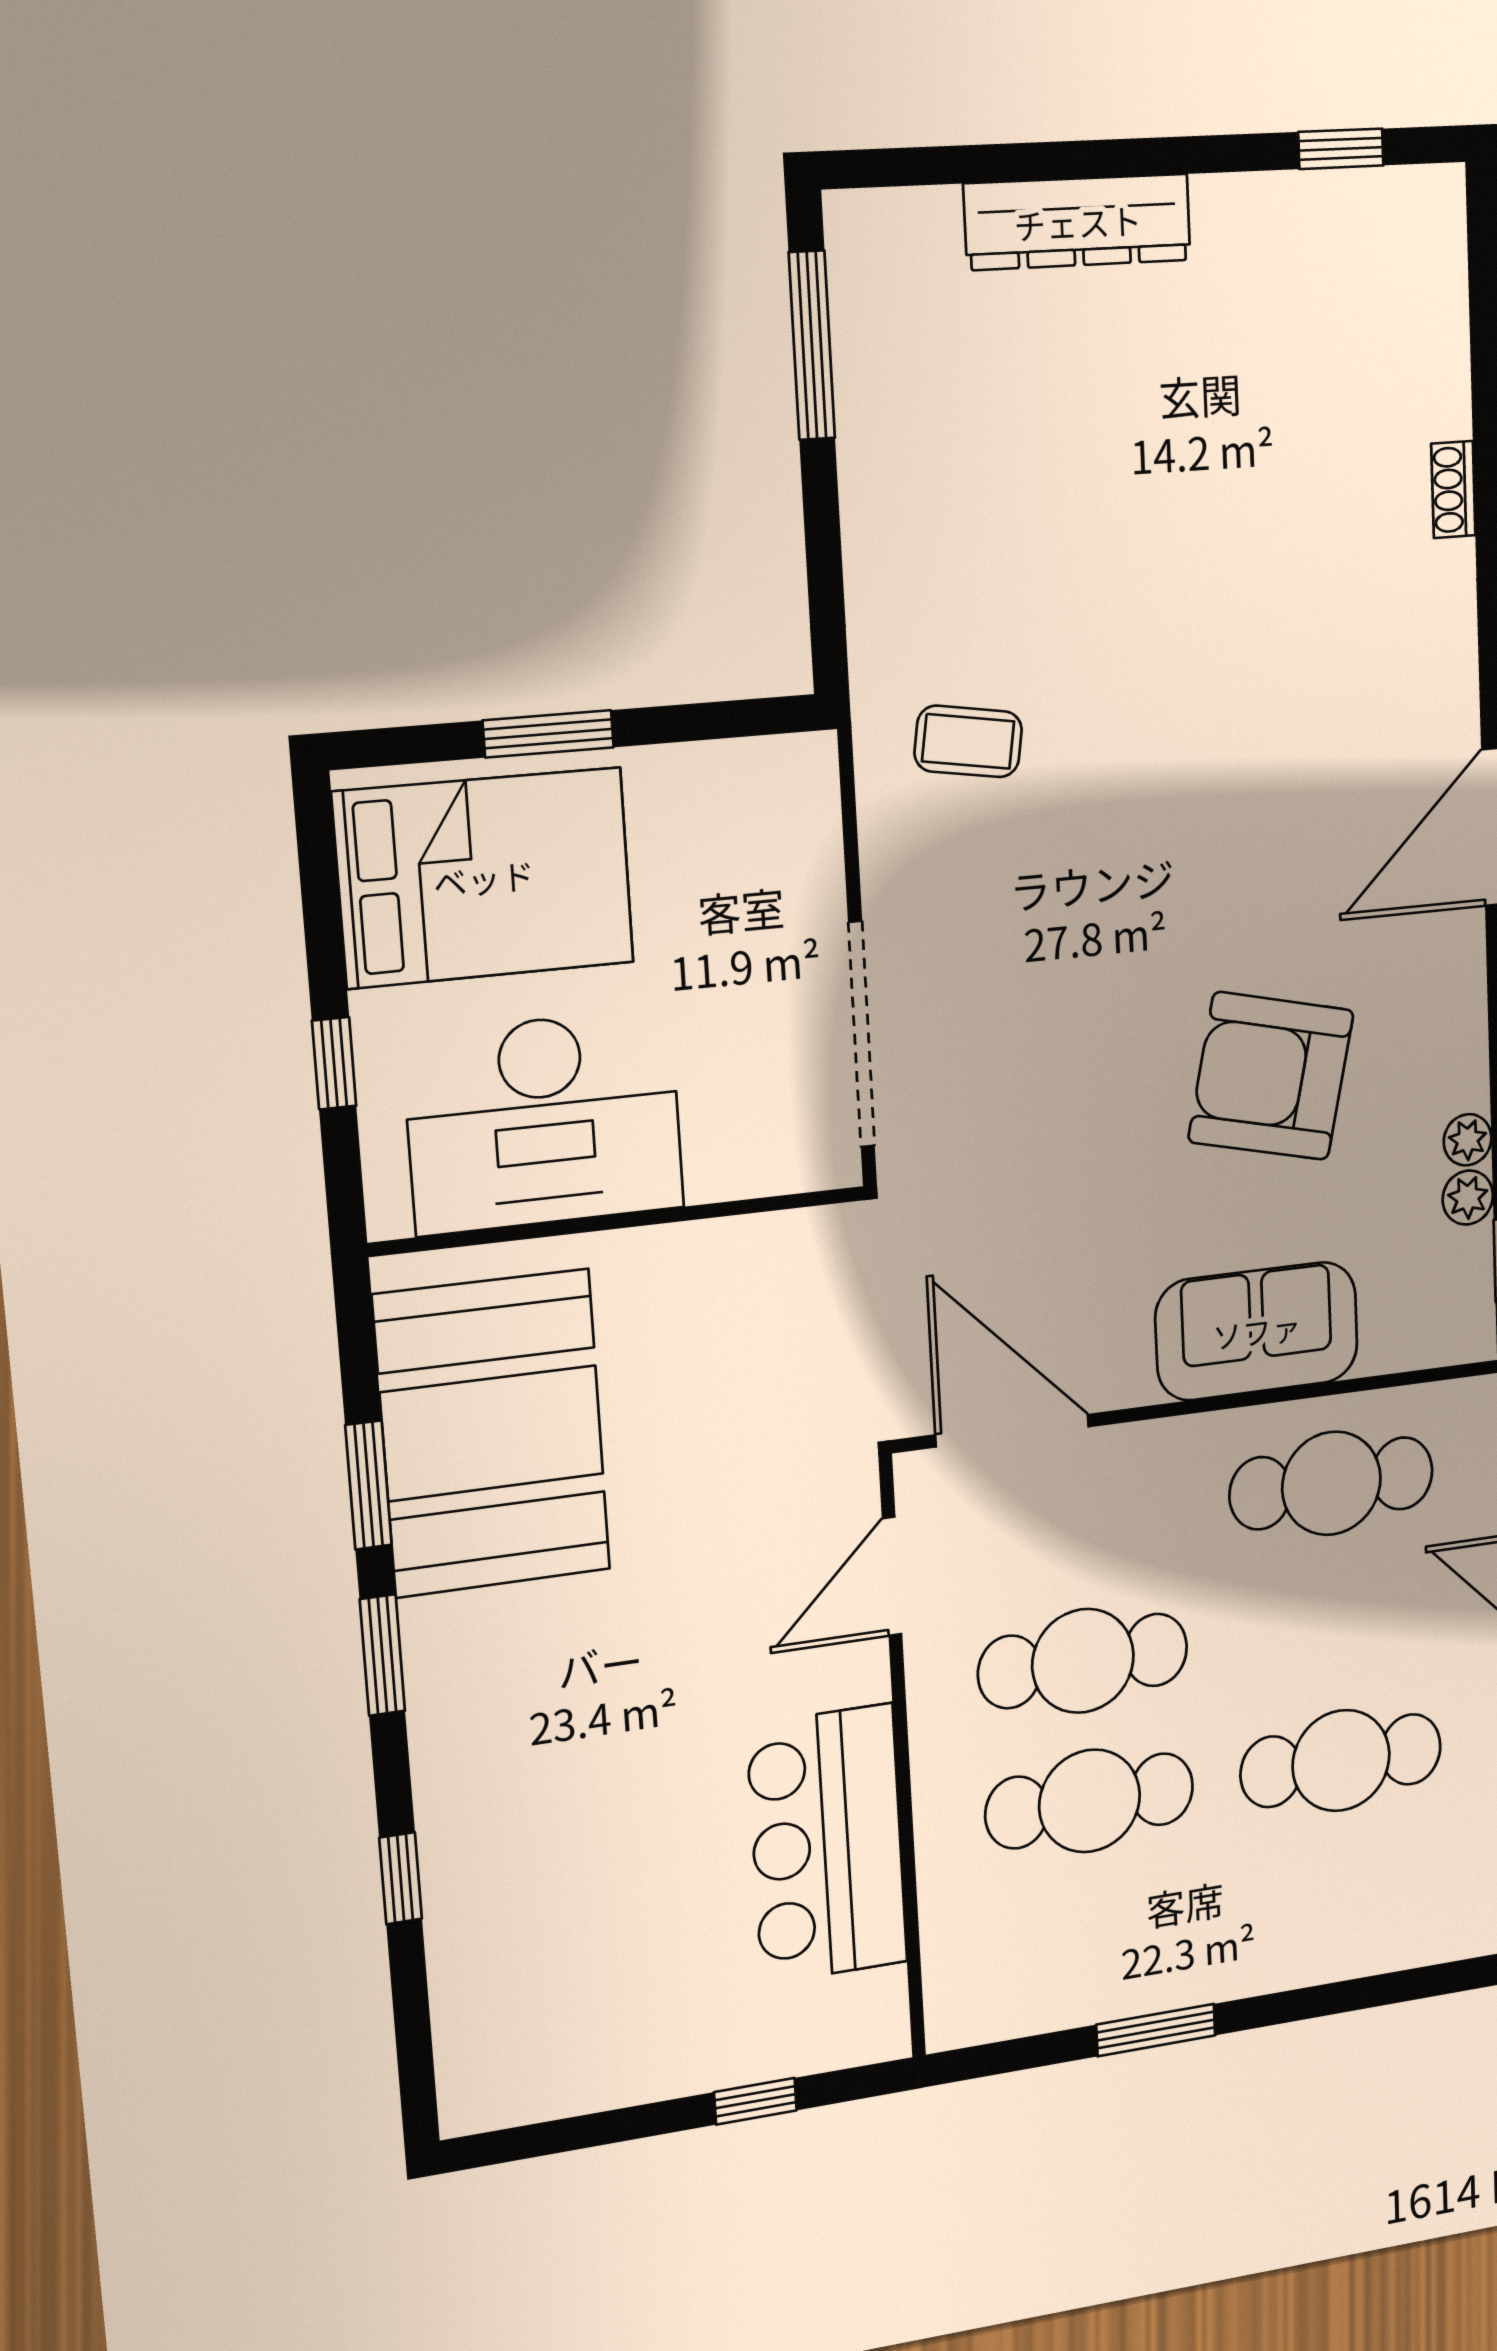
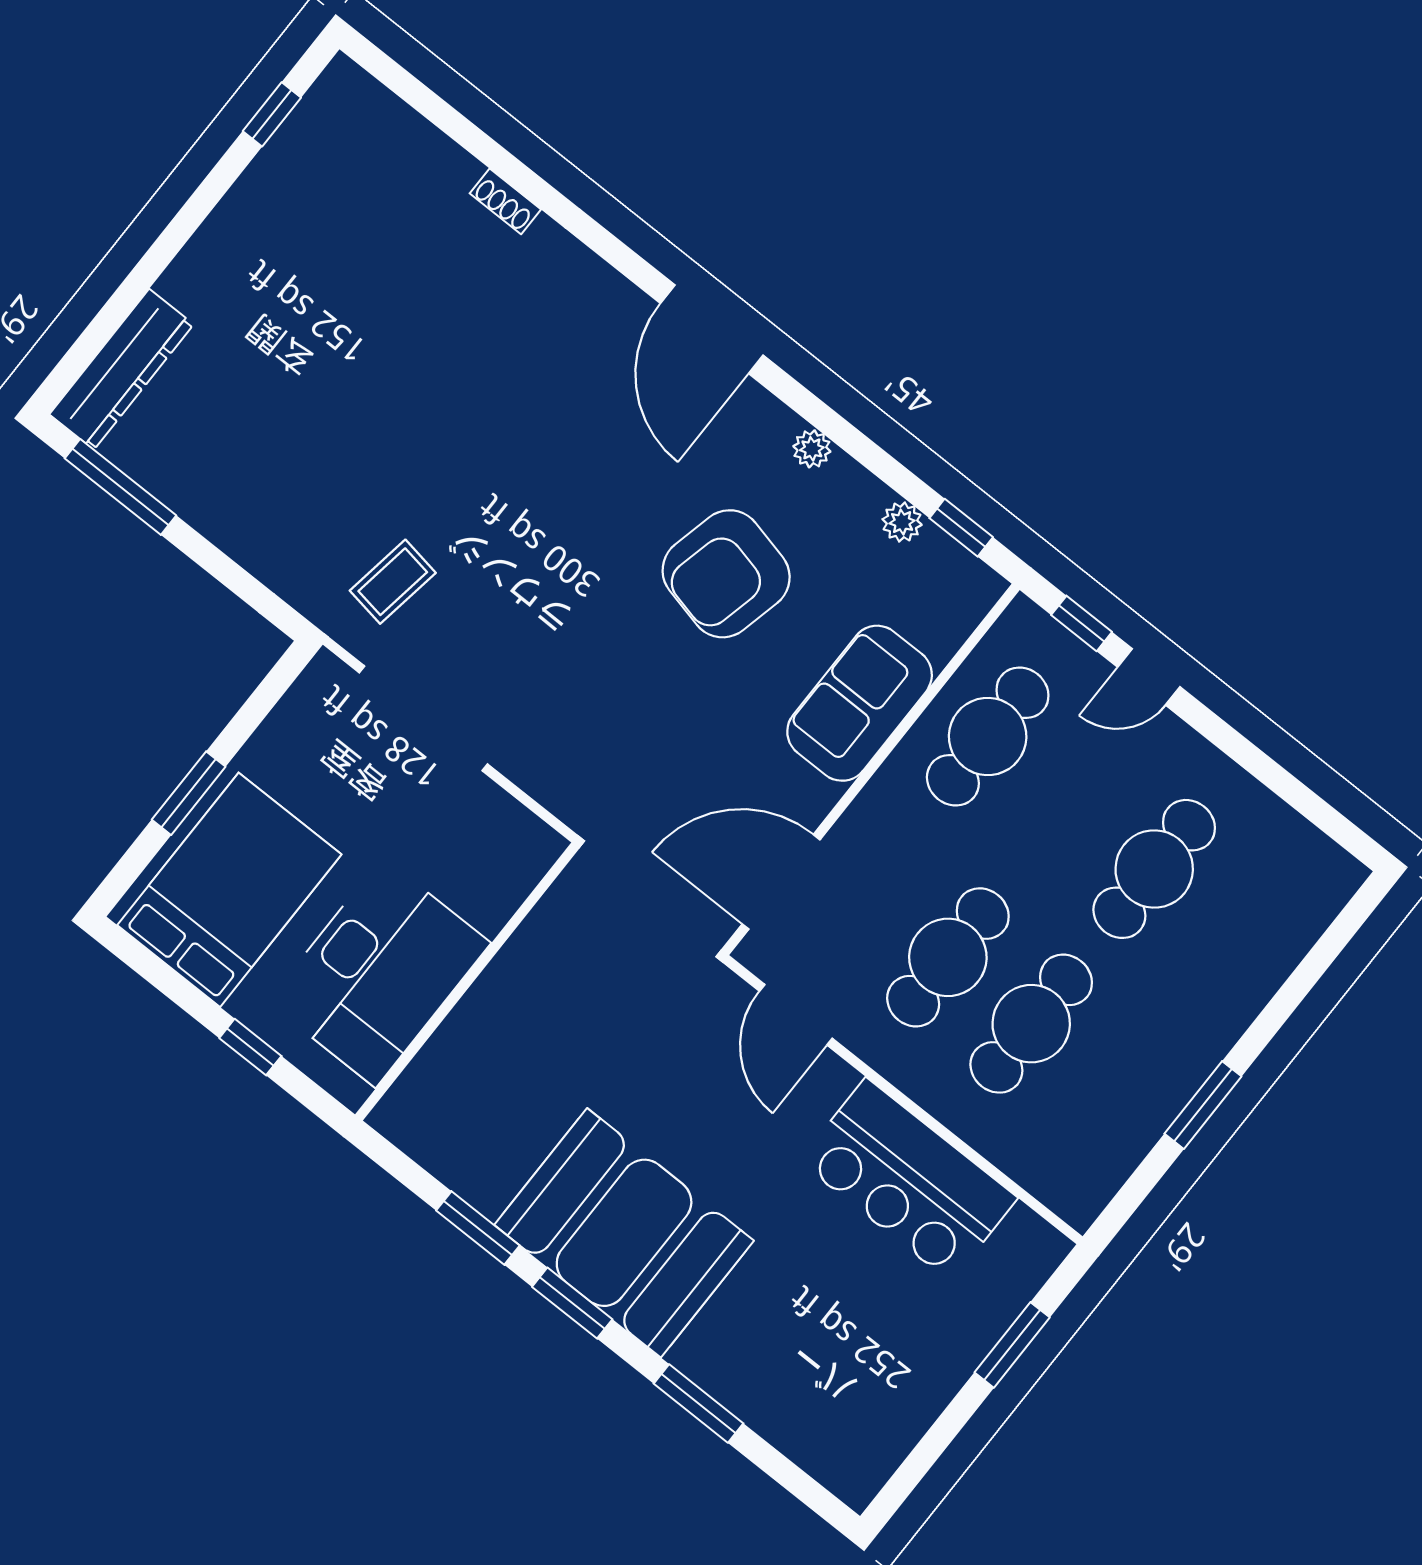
dresser: (1078, 222) -> (121, 369), moved
doorway: (861, 1034) -> (423, 718), moved
plant: (1468, 1140) -> (812, 449), moved
booth: (492, 1433) -> (624, 1233), moved
window: (401, 1878) -> (699, 1403), width x1.50
window: (755, 2101) -> (1012, 1345), width x1.50

